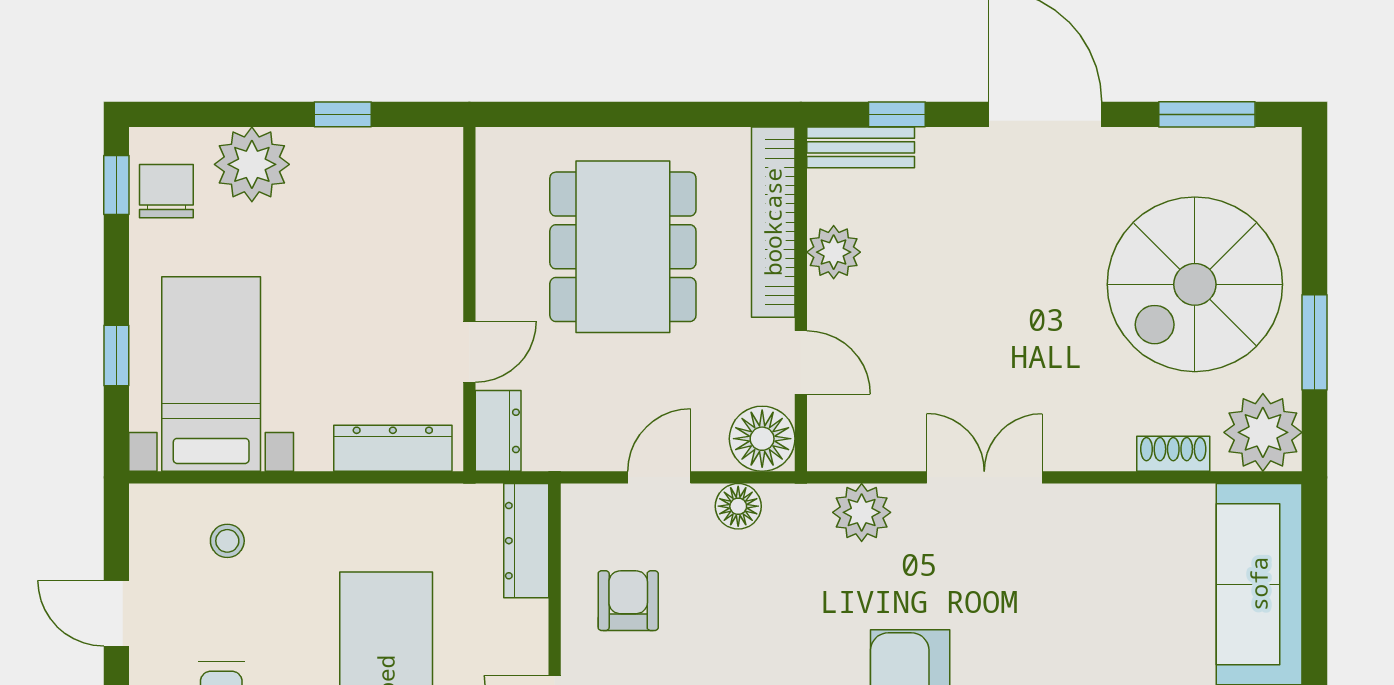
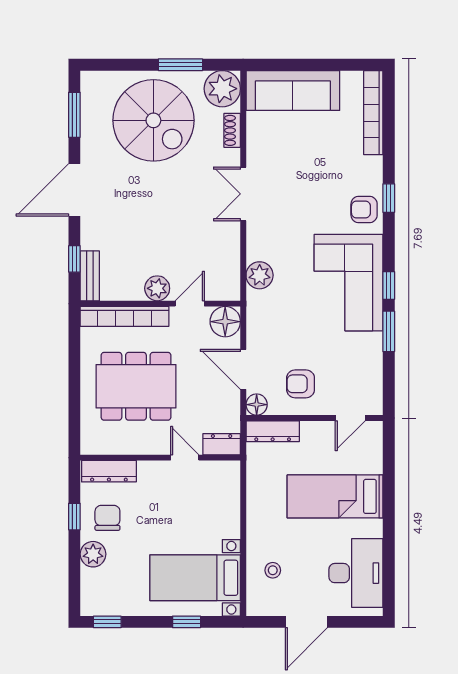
plant: (252, 164) -> (93, 554), width x0.73, depth x0.73
chair: (166, 191) -> (107, 518), moved, turned 90
plant: (834, 252) -> (157, 288), moved
dresser: (393, 448) -> (109, 471), moved, turned -90
door: (659, 477) -> (243, 369), width x1.38
double door: (984, 477) -> (243, 194), moved
floor lamp: (738, 506) -> (257, 405), moved
door: (116, 613) -> (306, 622), width x1.38

